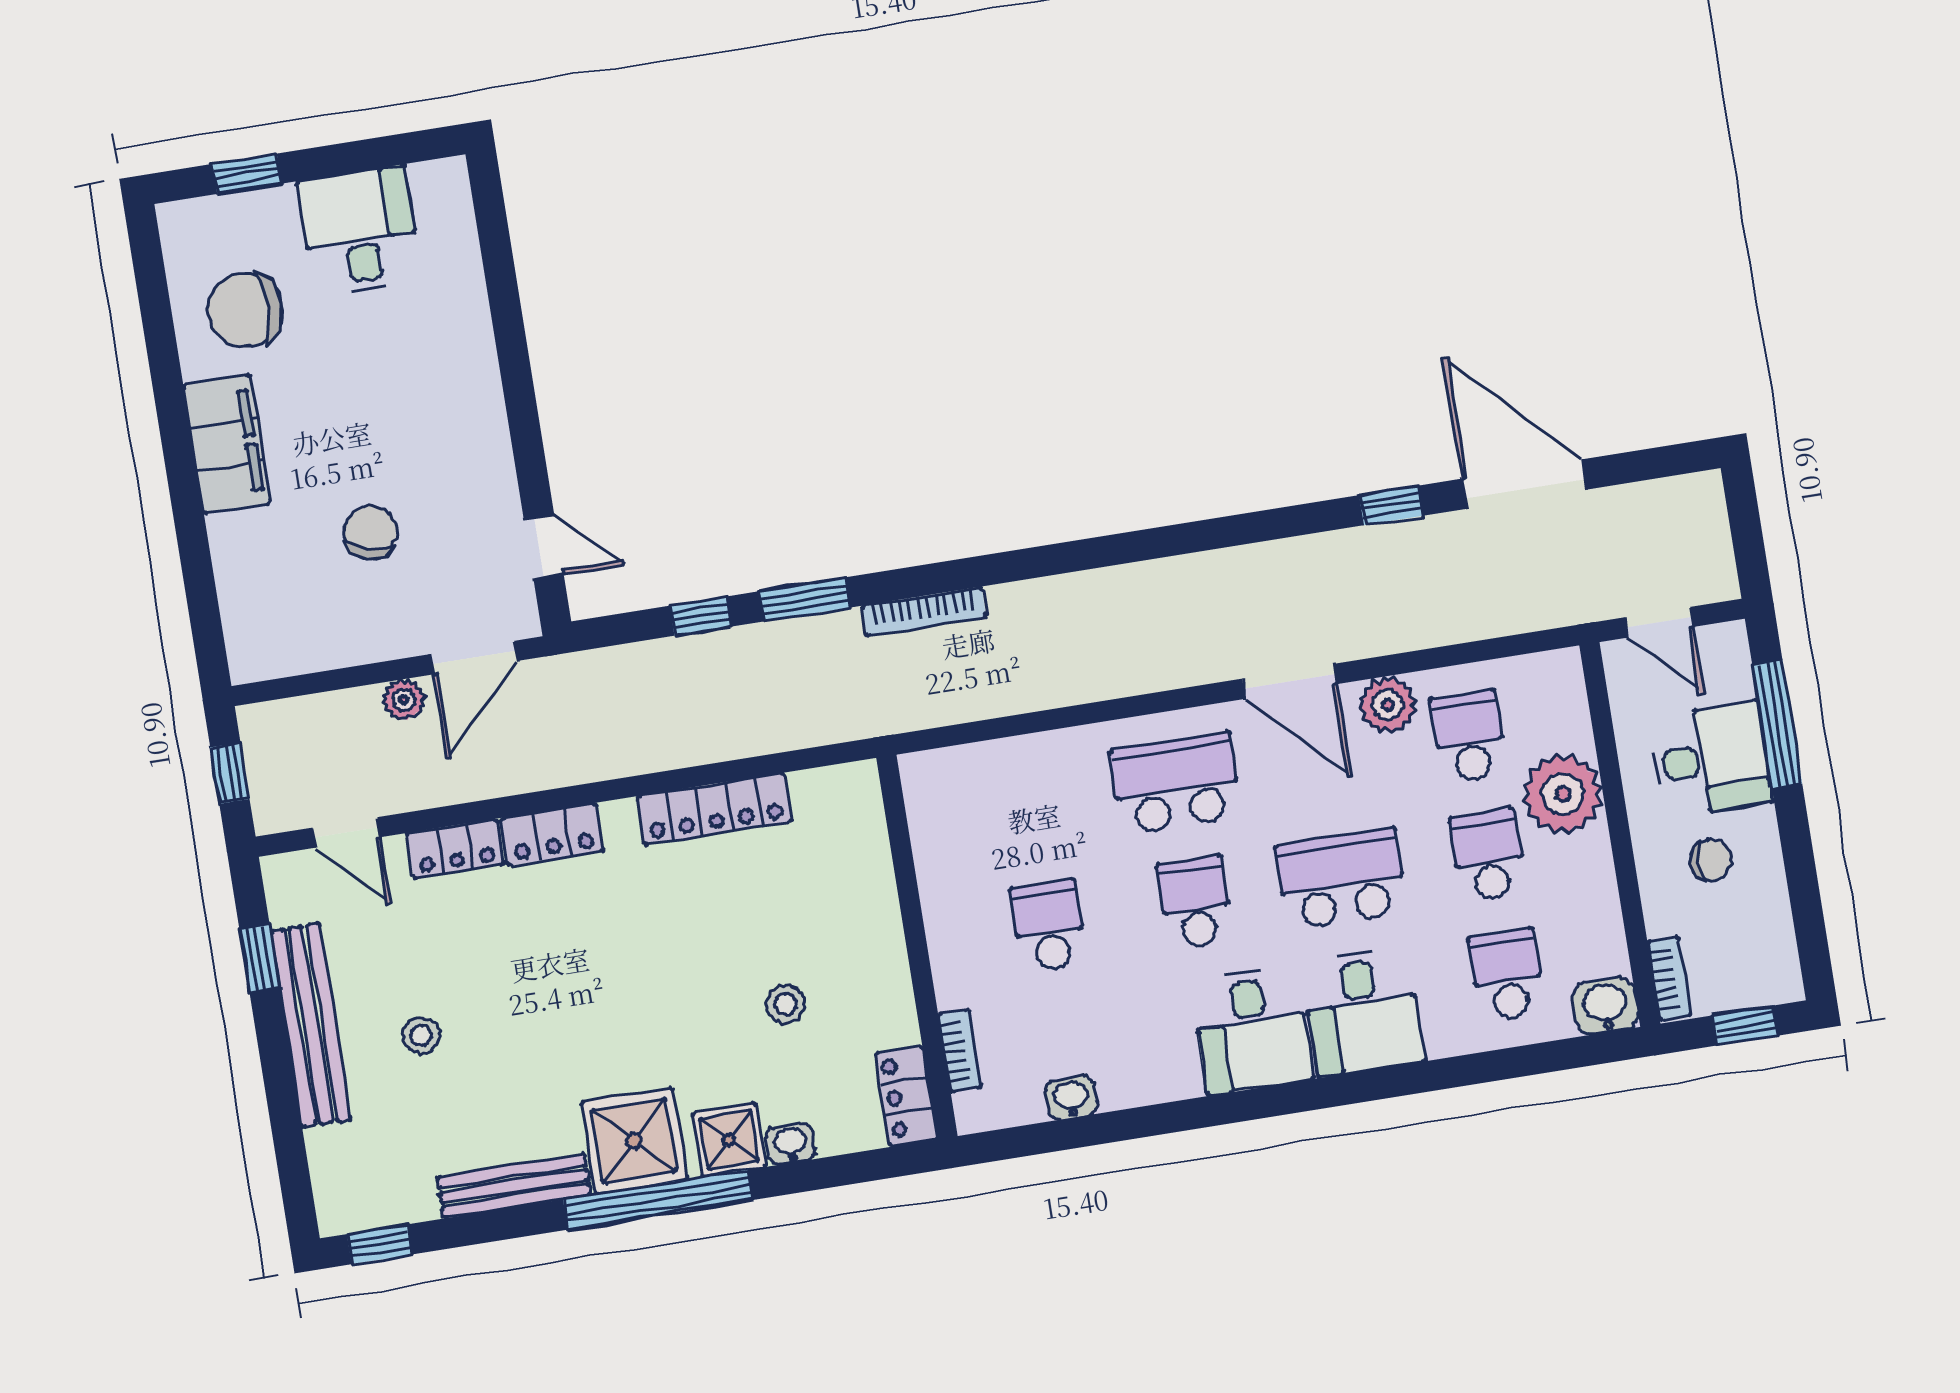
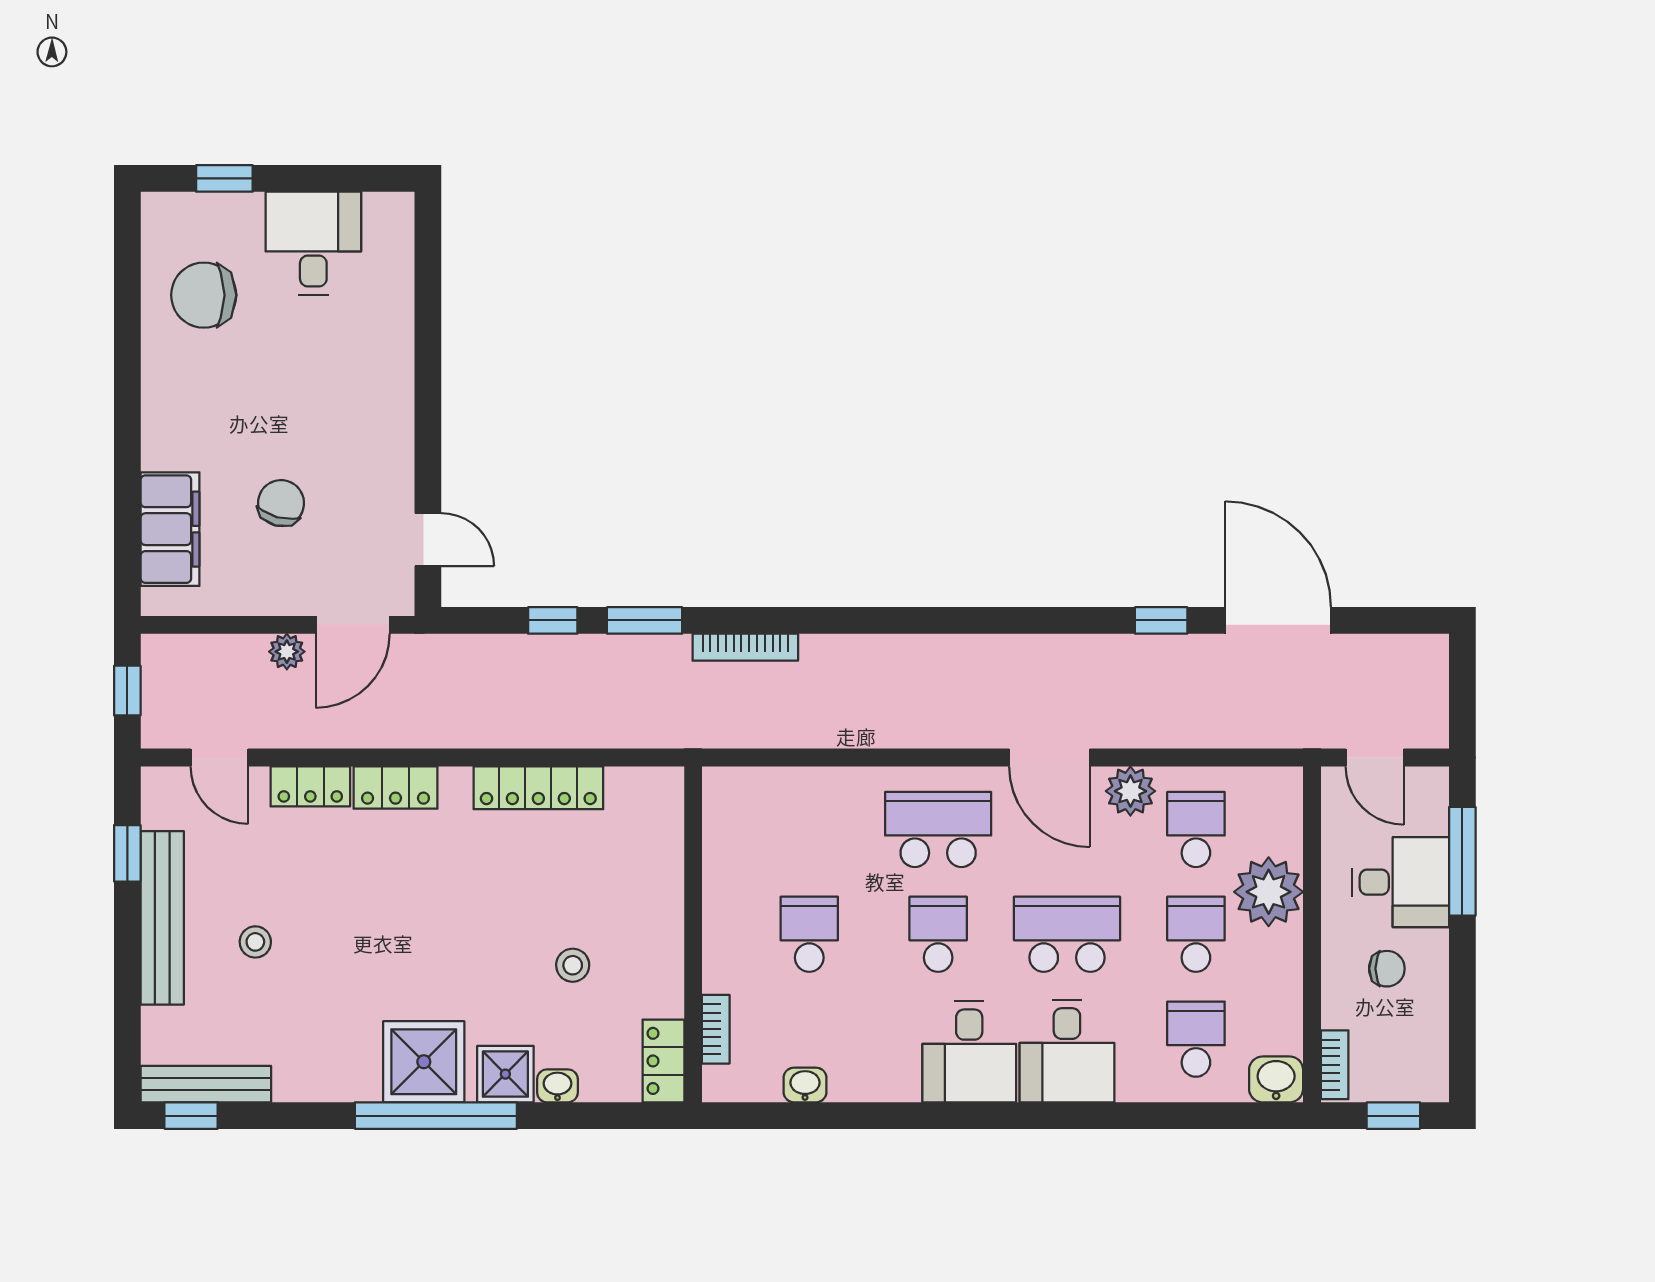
filing cabinet: (227, 444) -> (170, 529), moved
bench: (514, 1186) -> (206, 1084), moved

